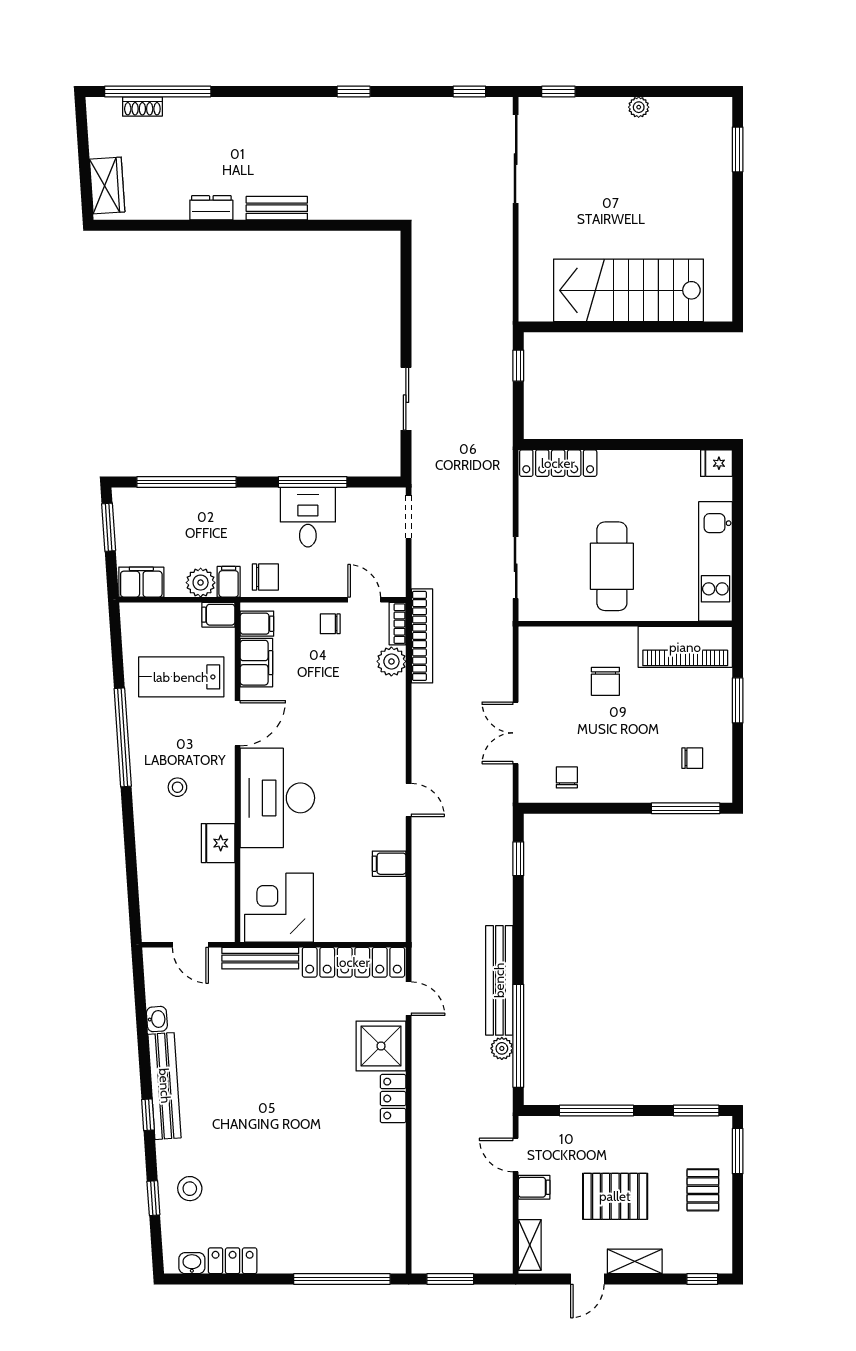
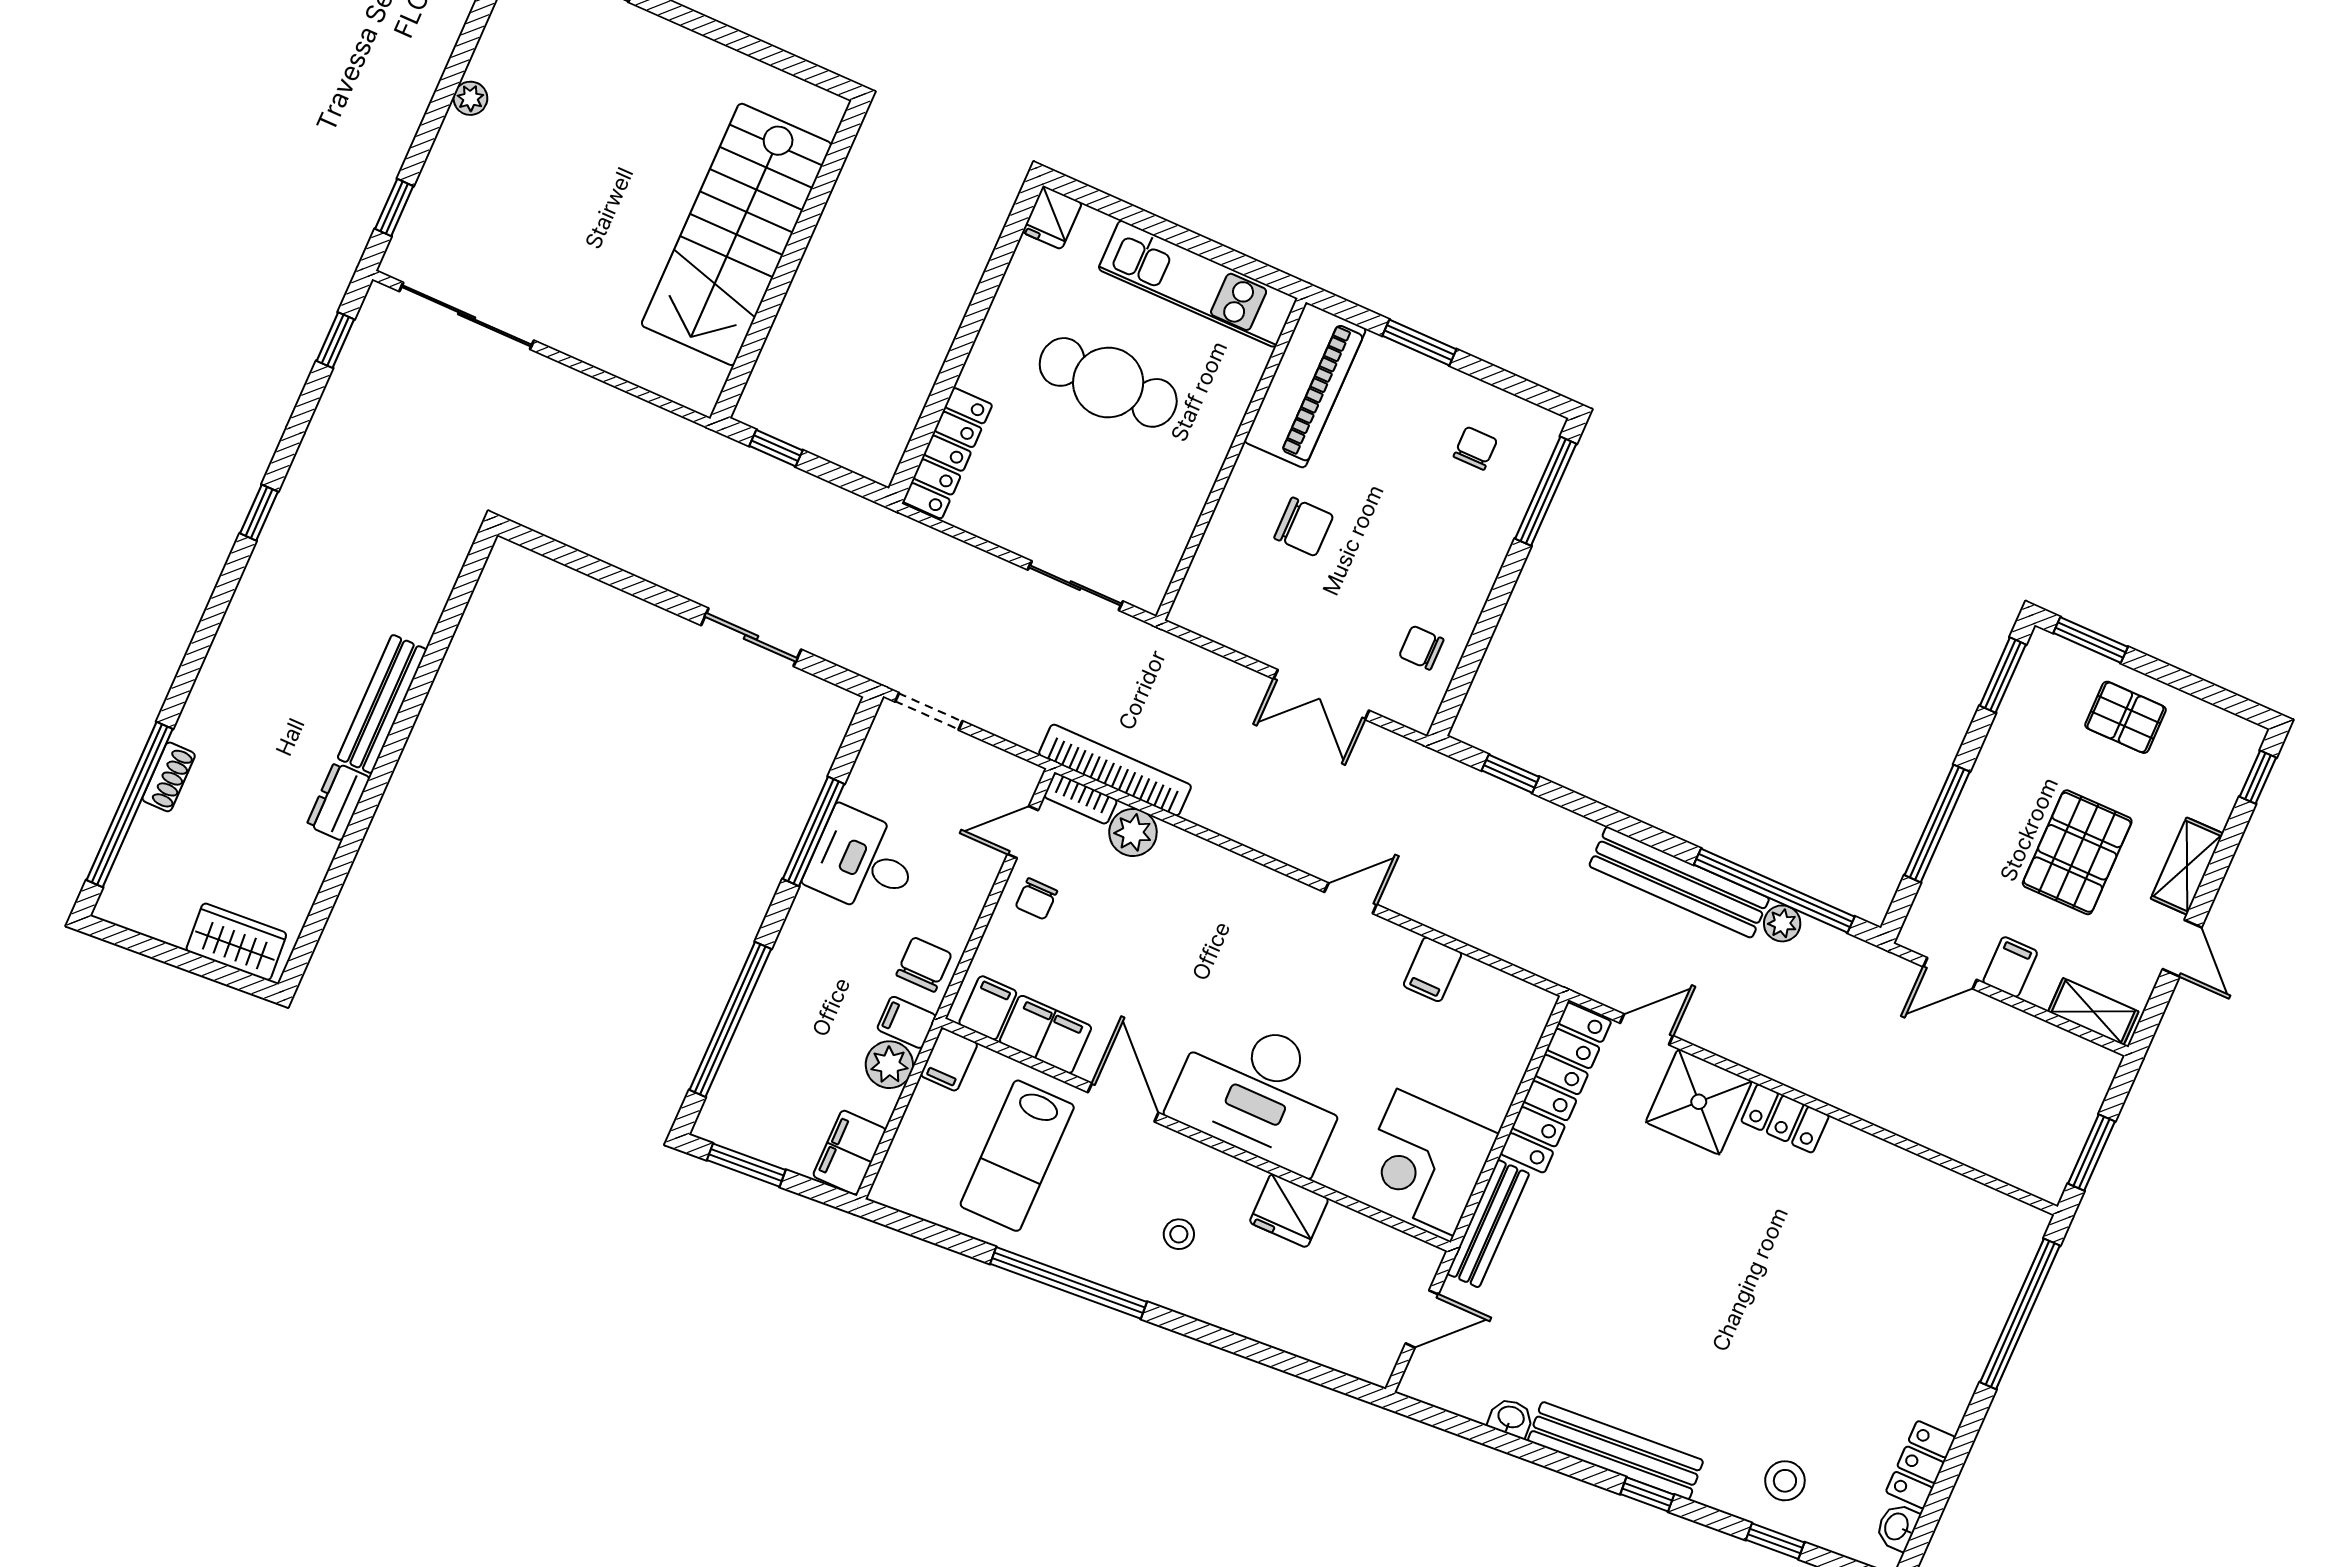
shoe rack: (142, 107) -> (169, 777), moved
bench: (277, 208) -> (382, 704), width x1.36
cafe table: (612, 566) -> (1108, 382), moved

